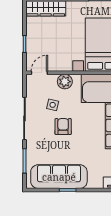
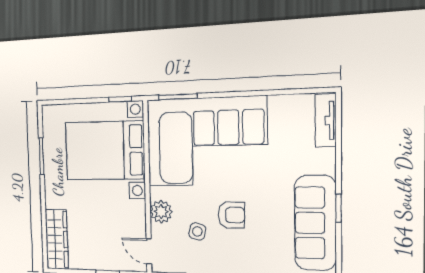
armchair: (63, 127) -> (231, 215), turned 180

